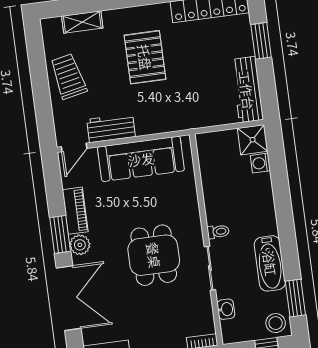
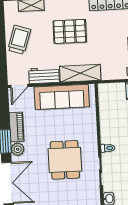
pallet: (145, 57) -> (70, 31), turned 90
trolley: (68, 76) -> (19, 40), turned 30
shelving: (166, 120) -> (80, 73), added

